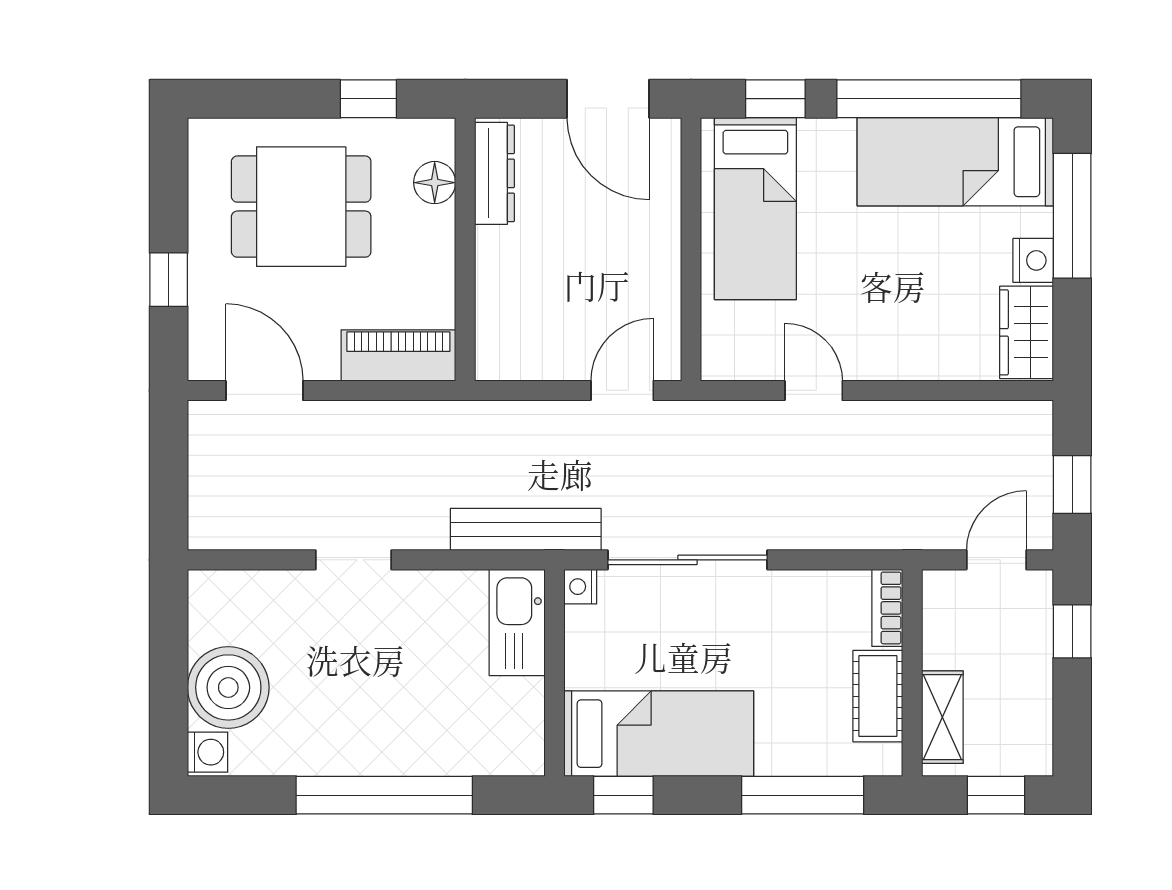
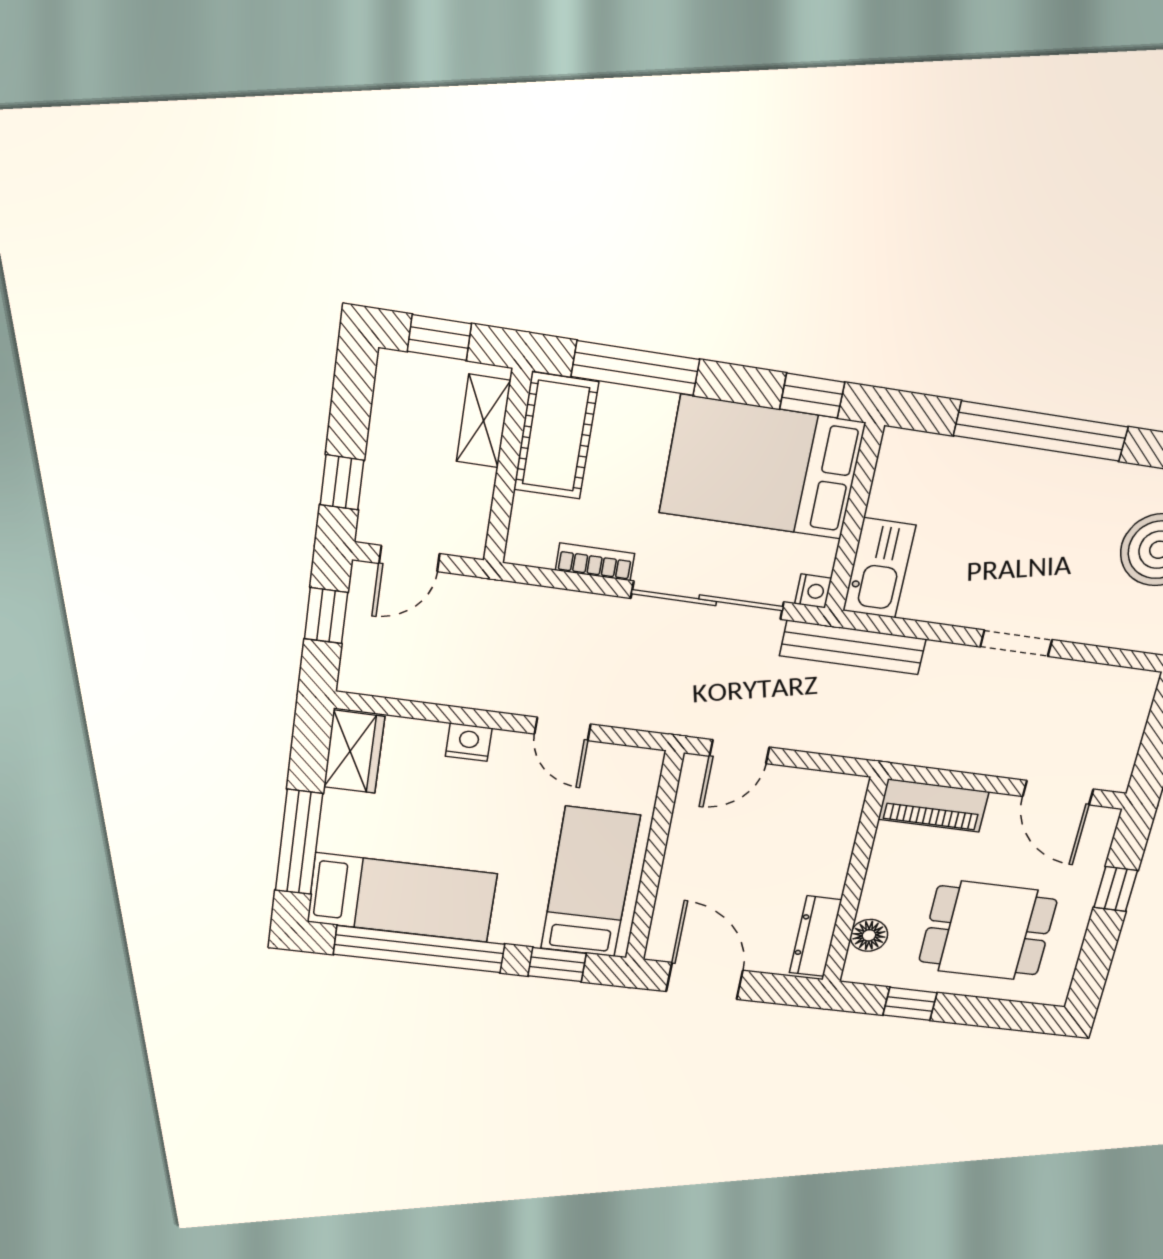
nightstand: (1033, 260) -> (469, 742), moved, turned 90
bookcase: (887, 608) -> (595, 562), moved, turned -90
cot: (878, 696) -> (556, 436), width x1.37, depth x1.34
bed: (659, 734) -> (762, 468), width x1.50

